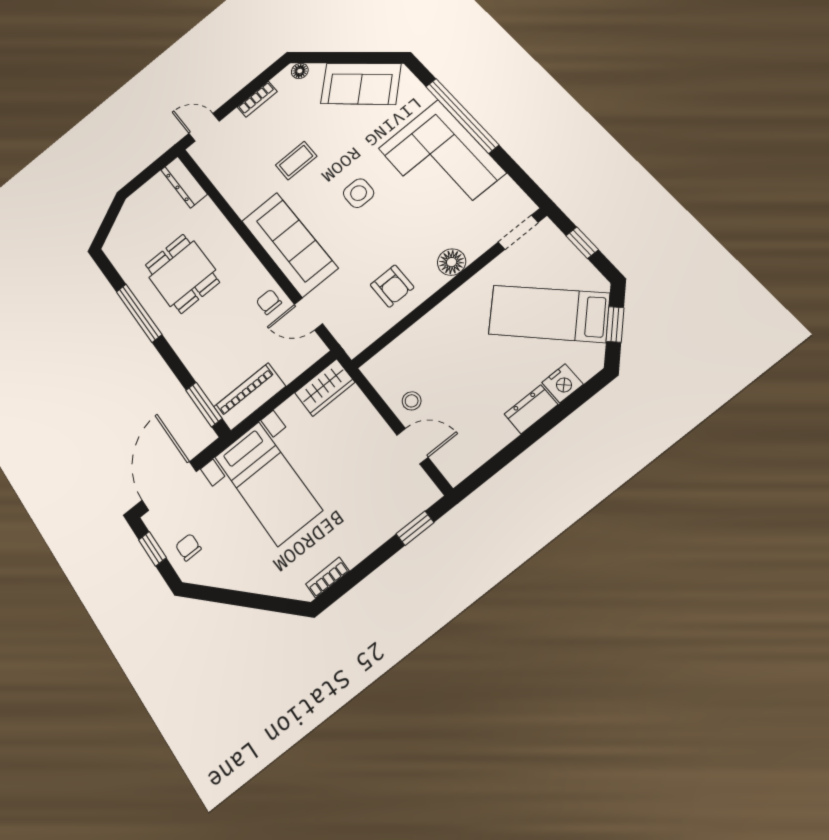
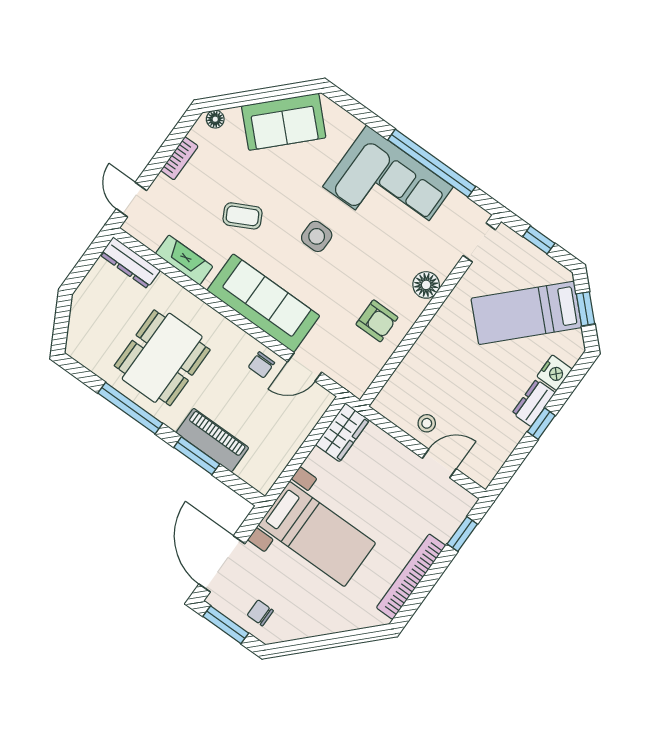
window: (462, 115) -> (432, 163), moved
door: (204, 127) -> (131, 200), hinge flipped
coffee table: (296, 161) -> (243, 216), turned 63
fireplace: (231, 189) -> (184, 260), added
dining table: (182, 274) -> (162, 358), width x1.38
chair: (269, 302) -> (261, 365), turned -90
piano: (250, 397) -> (212, 440), moved, turned 90
window: (204, 404) -> (197, 456), moved
window: (533, 434) -> (541, 424), added
window: (152, 549) -> (226, 625), width x1.50
bookcase: (327, 578) -> (411, 577), width x2.31, depth x1.31

